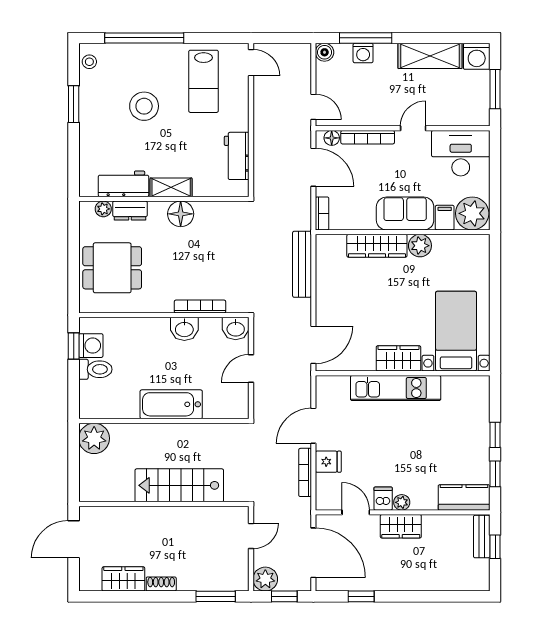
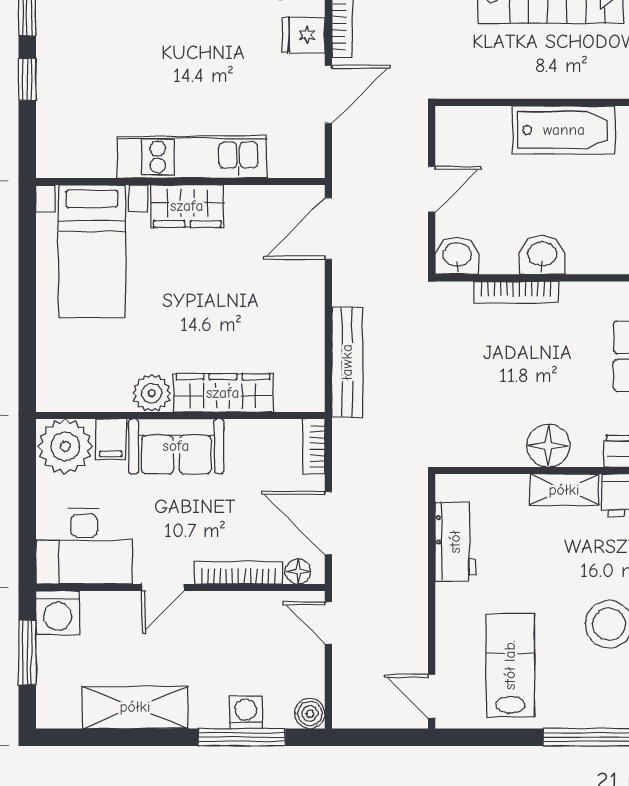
washing machine: (477, 56) -> (58, 613), moved, turned 180

